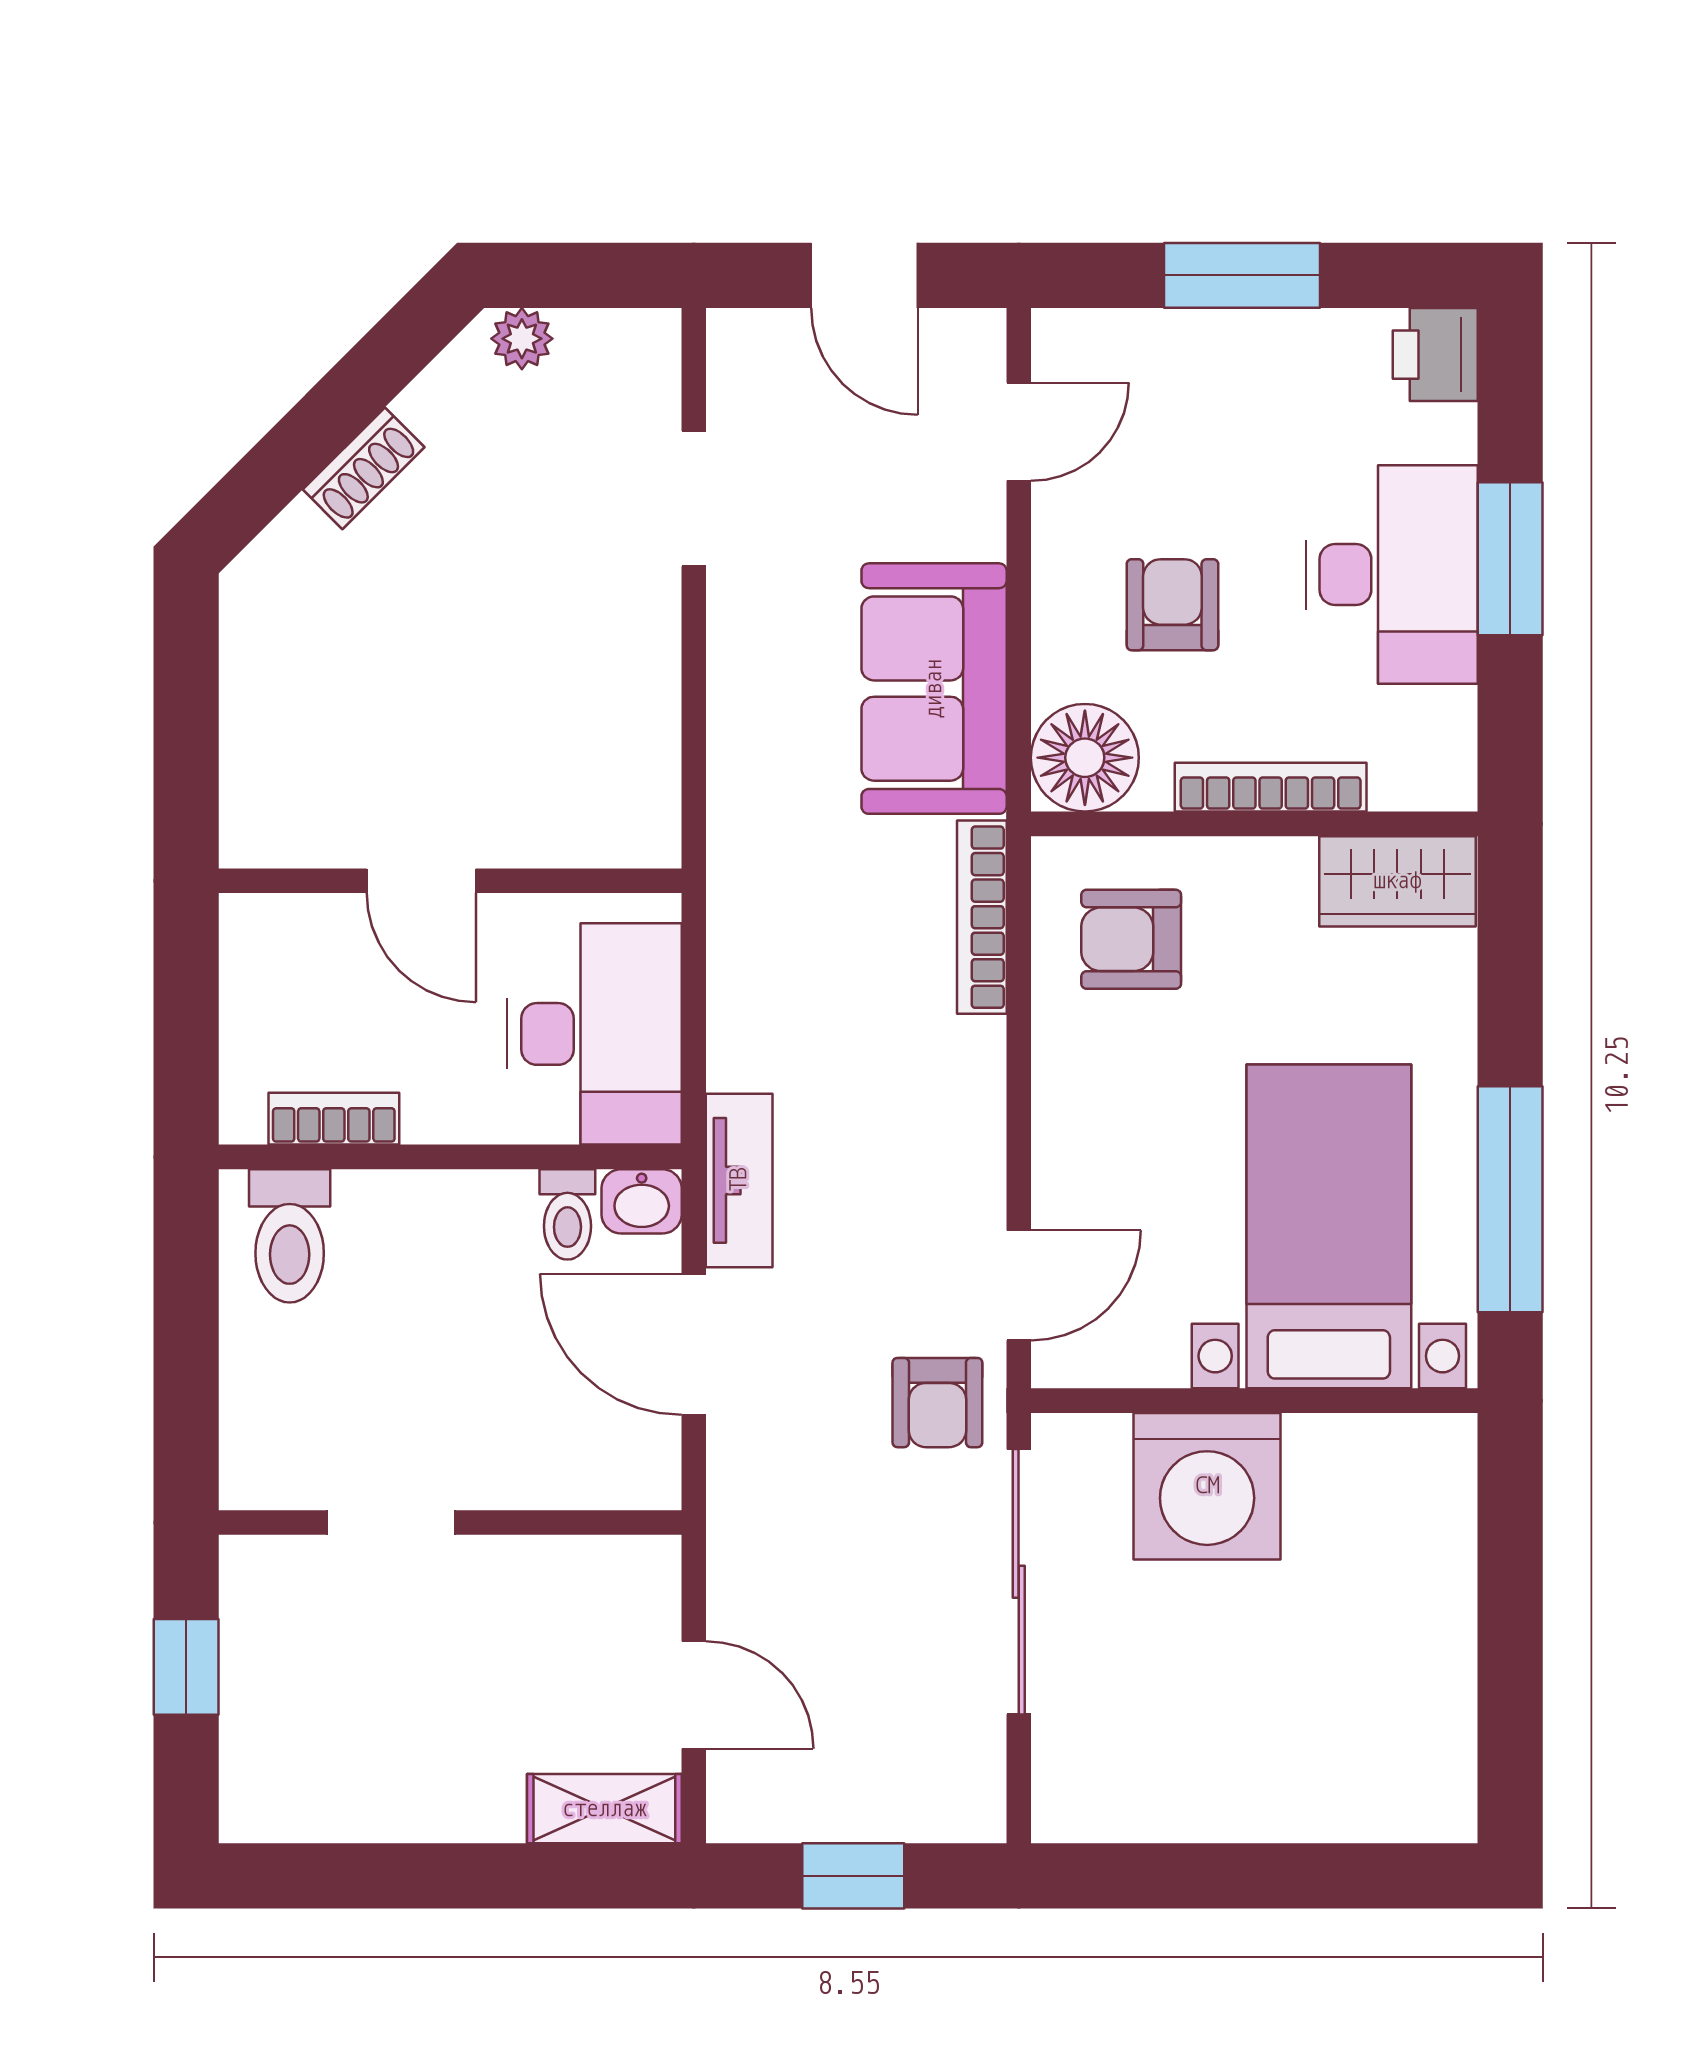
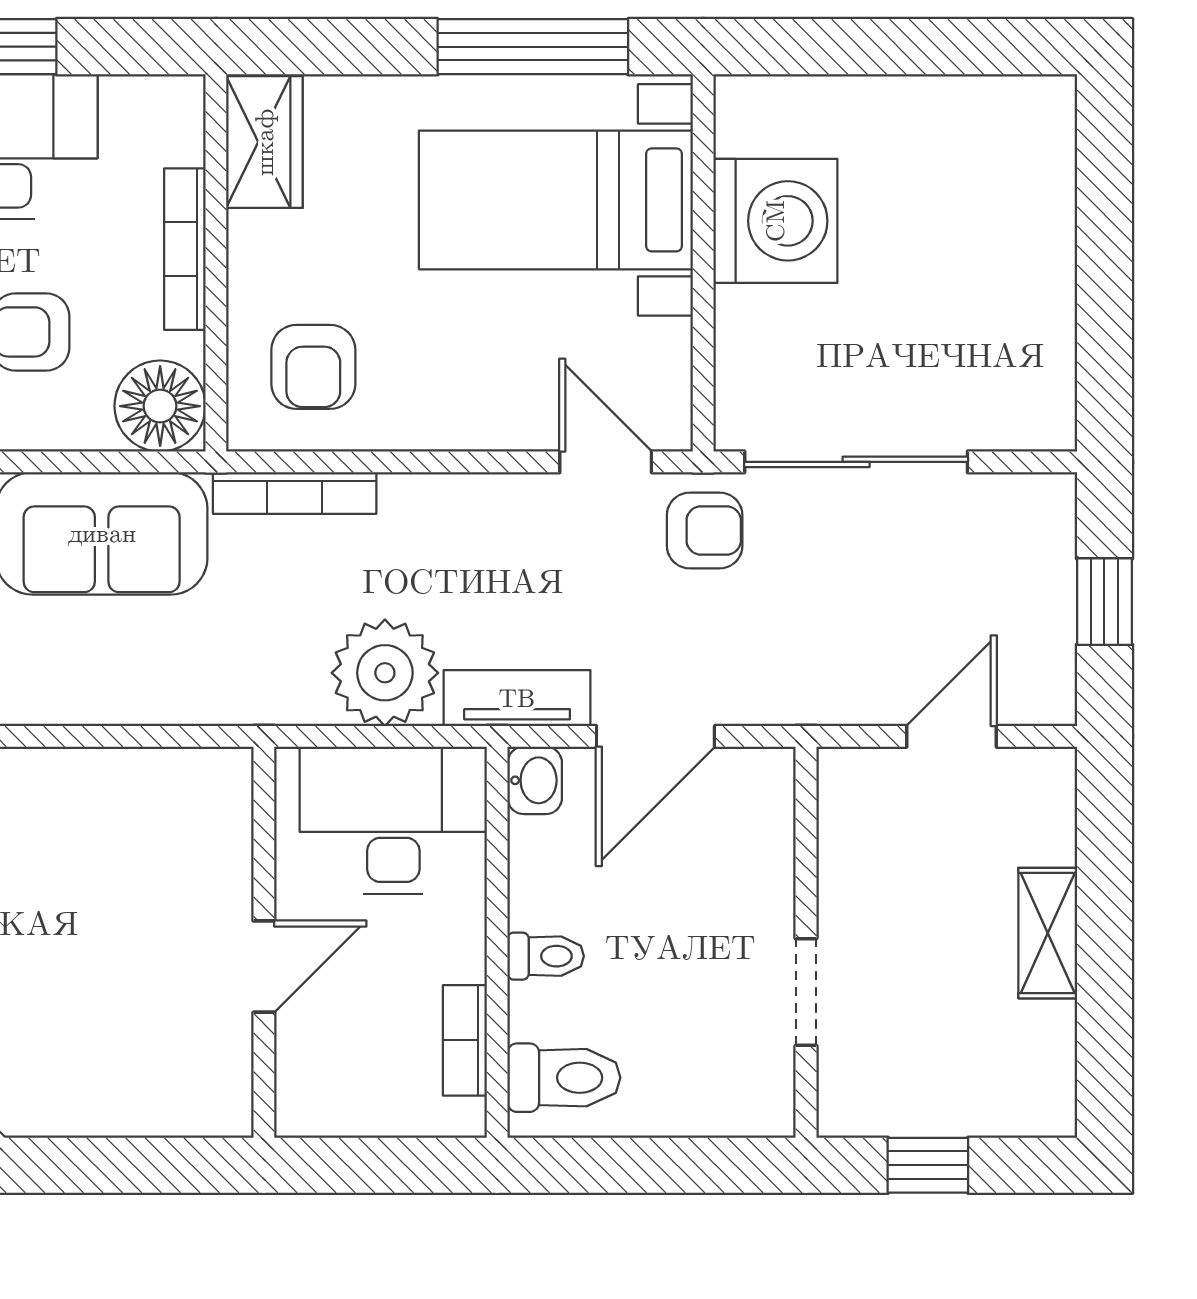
plant: (769, 1024) -> (385, 673), added
toilet: (567, 1214) -> (546, 956), moved
washing machine: (1207, 1486) -> (775, 221), moved
shelving: (604, 1809) -> (1048, 933), moved

